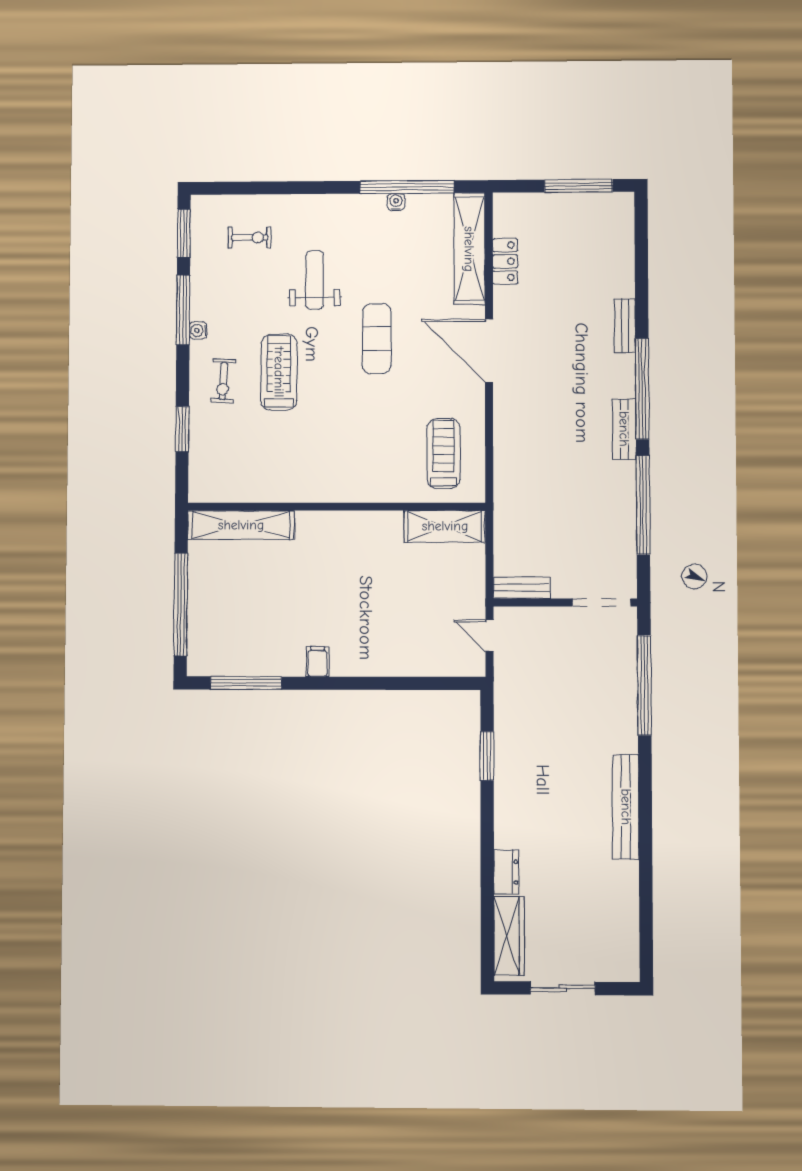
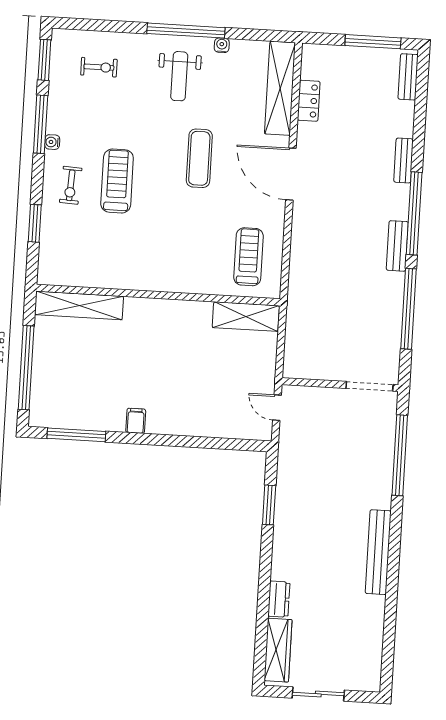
window: (407, 187) -> (186, 31), moved
weight bench: (315, 280) -> (179, 76), moved, turned 180
bench: (522, 588) -> (408, 77), moved, turned 90

